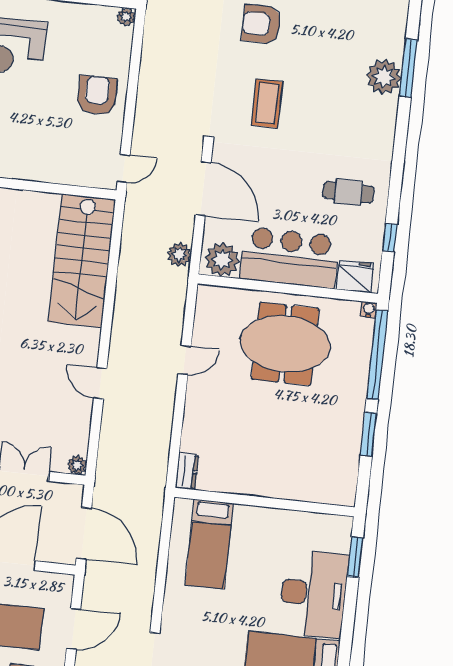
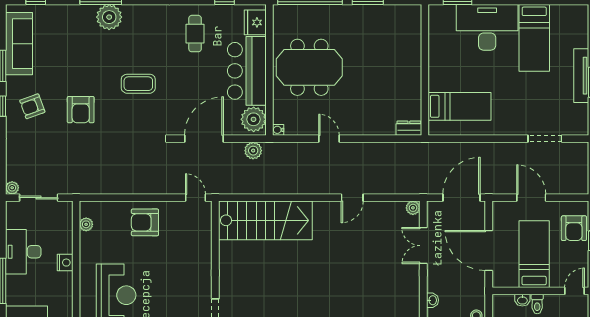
plant: (126, 17) -> (86, 224), moved
coffee table: (267, 103) -> (138, 84), moved
water cooler: (369, 310) -> (278, 130), moved
meeting table: (285, 344) -> (309, 67), turned 90

